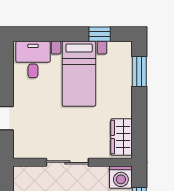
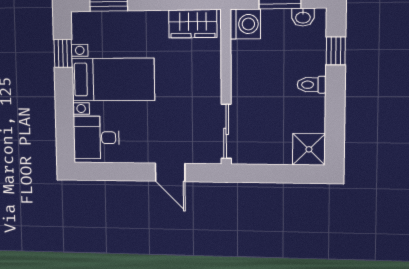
sliding door: (67, 162) -> (226, 131), moved

